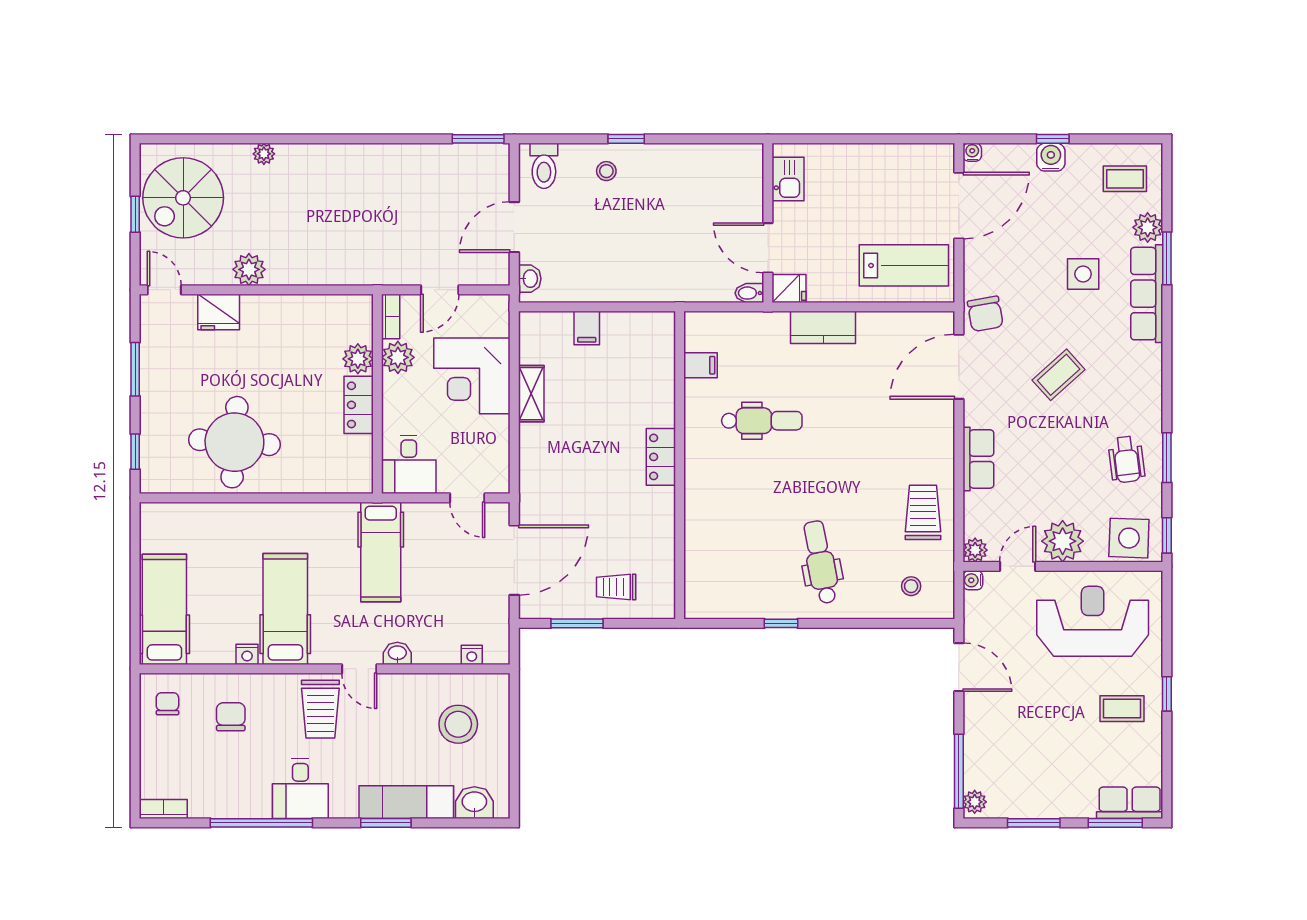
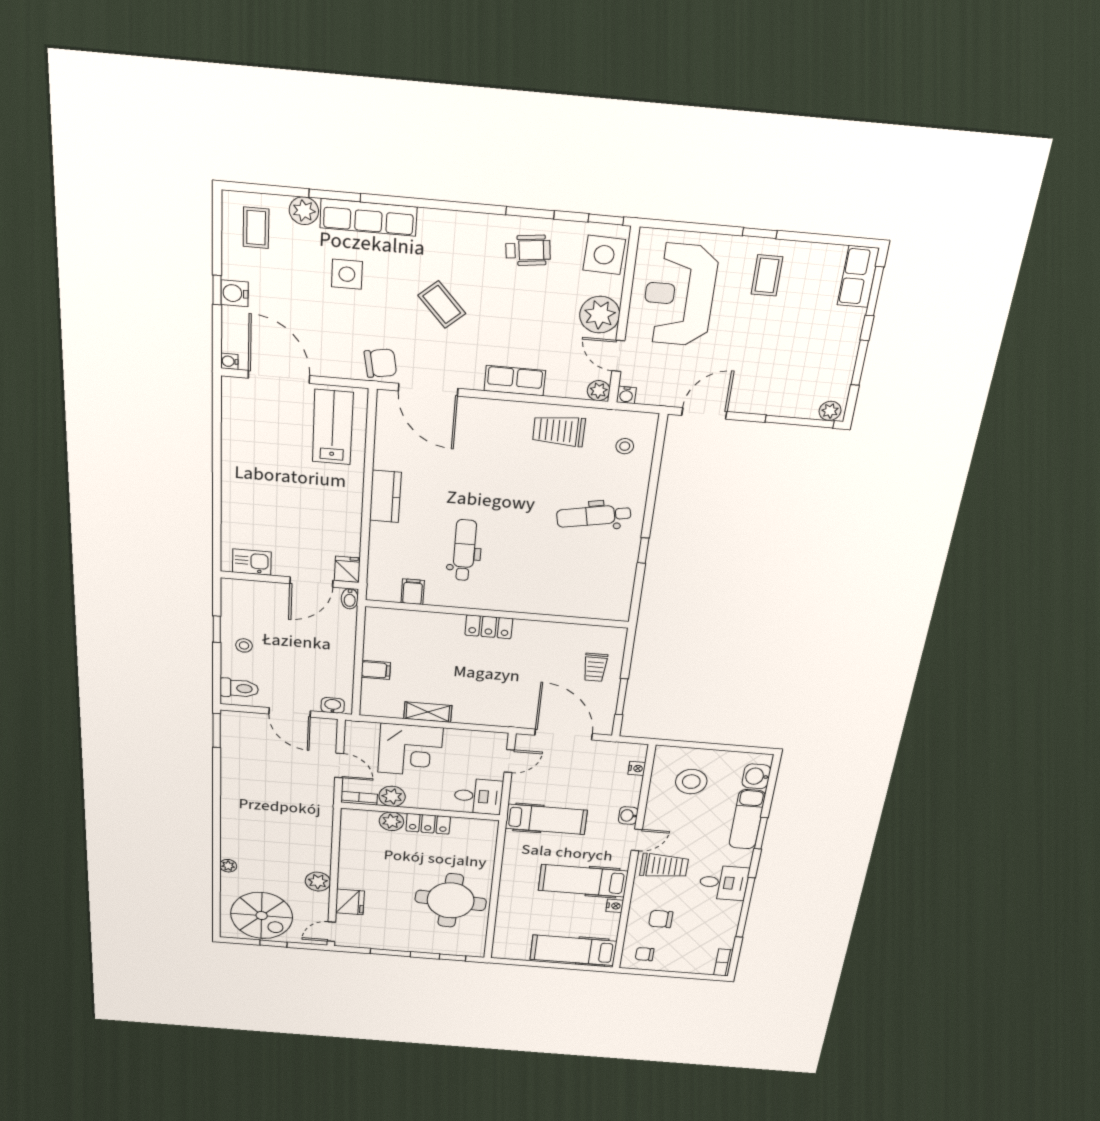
kitchen sink: (788, 179) -> (252, 562), moved
wall: (768, 223) -> (290, 580), moved
door: (768, 248) -> (311, 582), moved
fridge: (789, 289) -> (347, 569), moved
bidet: (749, 293) -> (350, 599), moved

